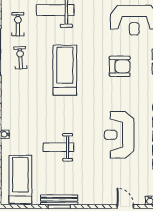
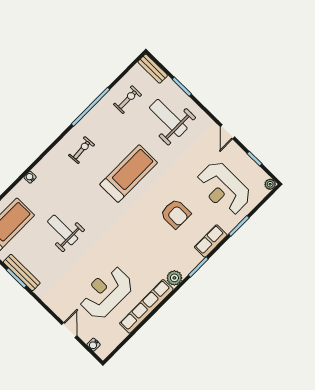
exercise bike: (20, 58) -> (82, 150), moved
reception desk: (119, 135) -> (106, 292), moved

